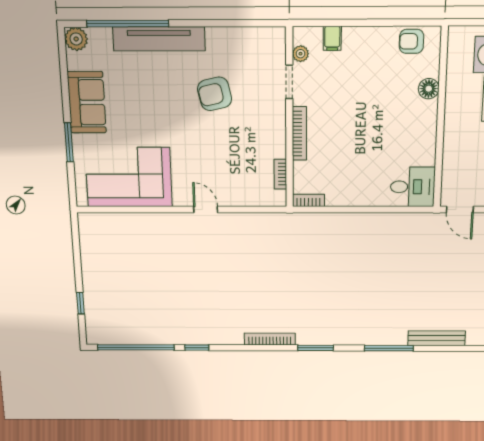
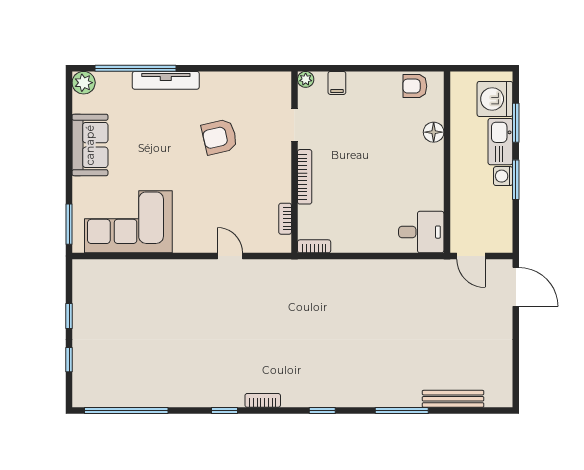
tv unit: (159, 39) -> (166, 80), width x0.73, depth x0.78
plant: (301, 54) -> (306, 79), moved
window: (69, 142) -> (69, 224), moved
door: (206, 210) -> (230, 256), moved
window: (78, 264) -> (69, 316), added
bookcase: (270, 339) -> (263, 400), width x0.64
window: (197, 348) -> (224, 411), moved
window: (316, 348) -> (322, 411), width x0.67

